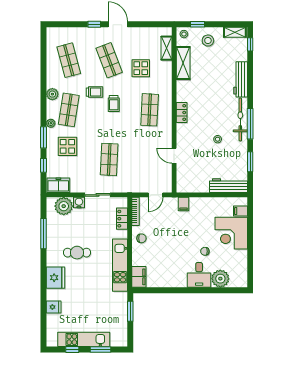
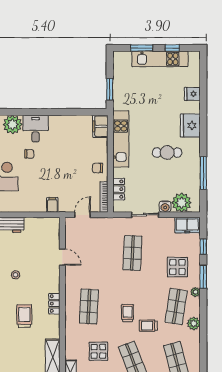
trolley: (209, 101) -> (24, 316), added

